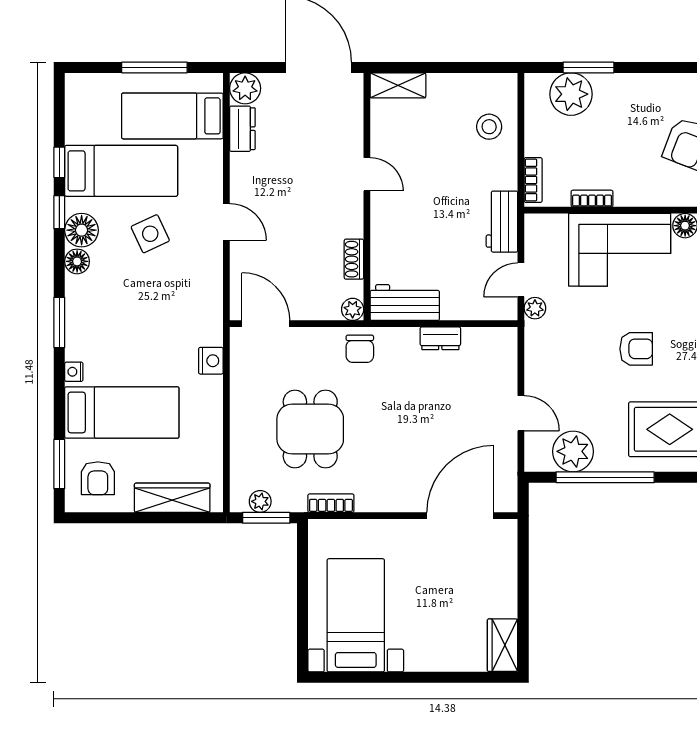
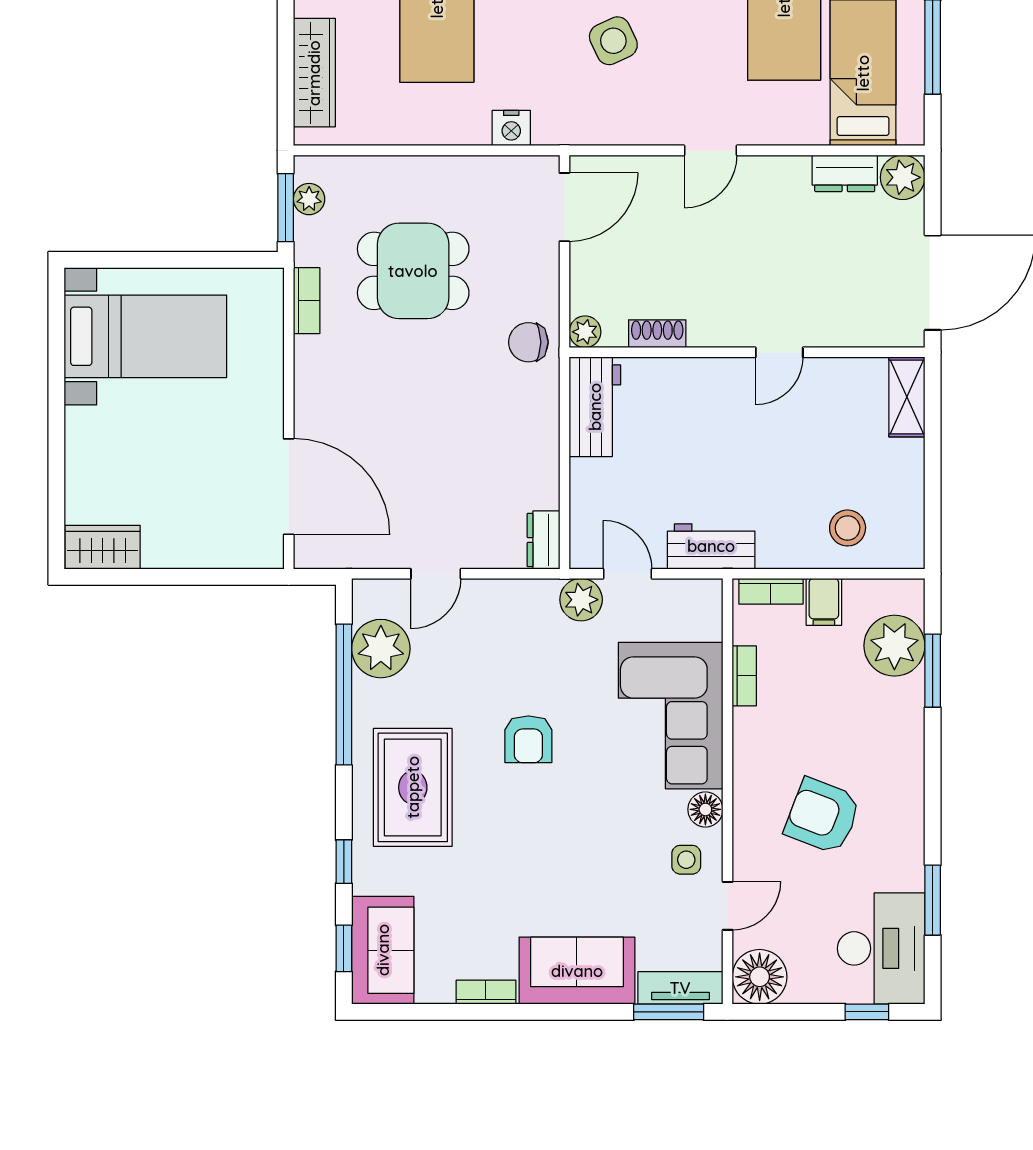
filing cabinet: (541, 143) -> (824, 602), added
side table: (150, 234) -> (613, 41), moved
plant: (535, 308) -> (581, 600), width x1.38, depth x1.38
dresser: (440, 338) -> (543, 540), moved

